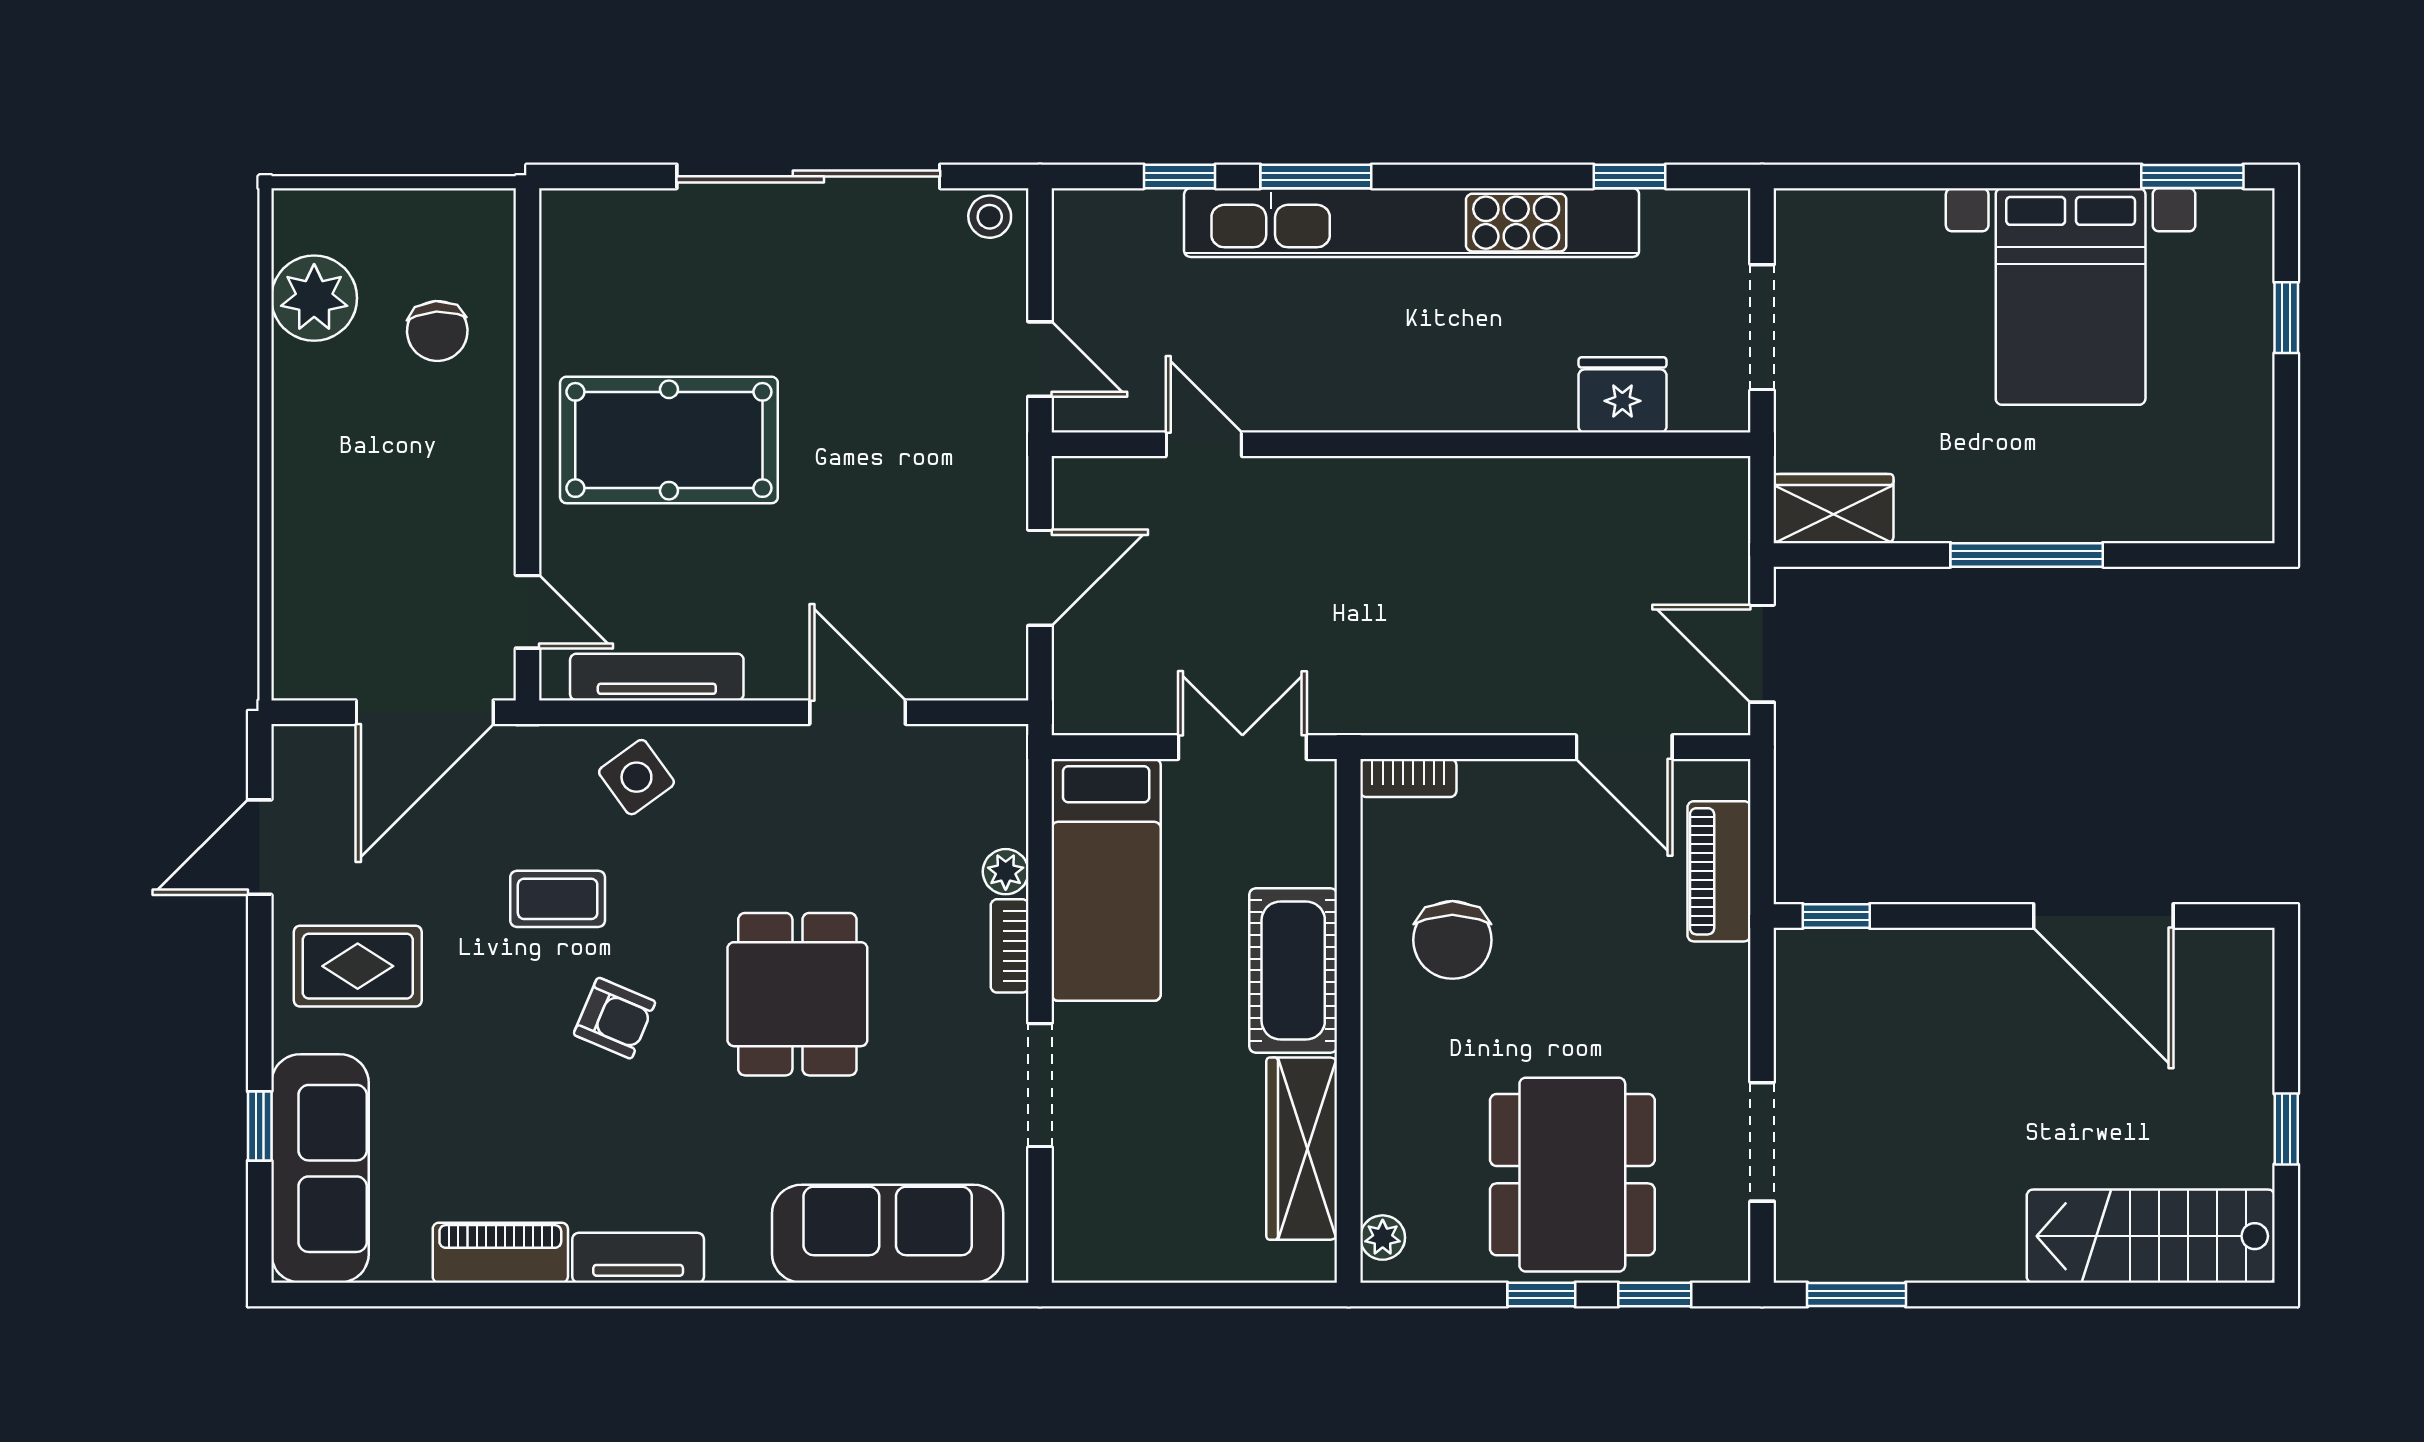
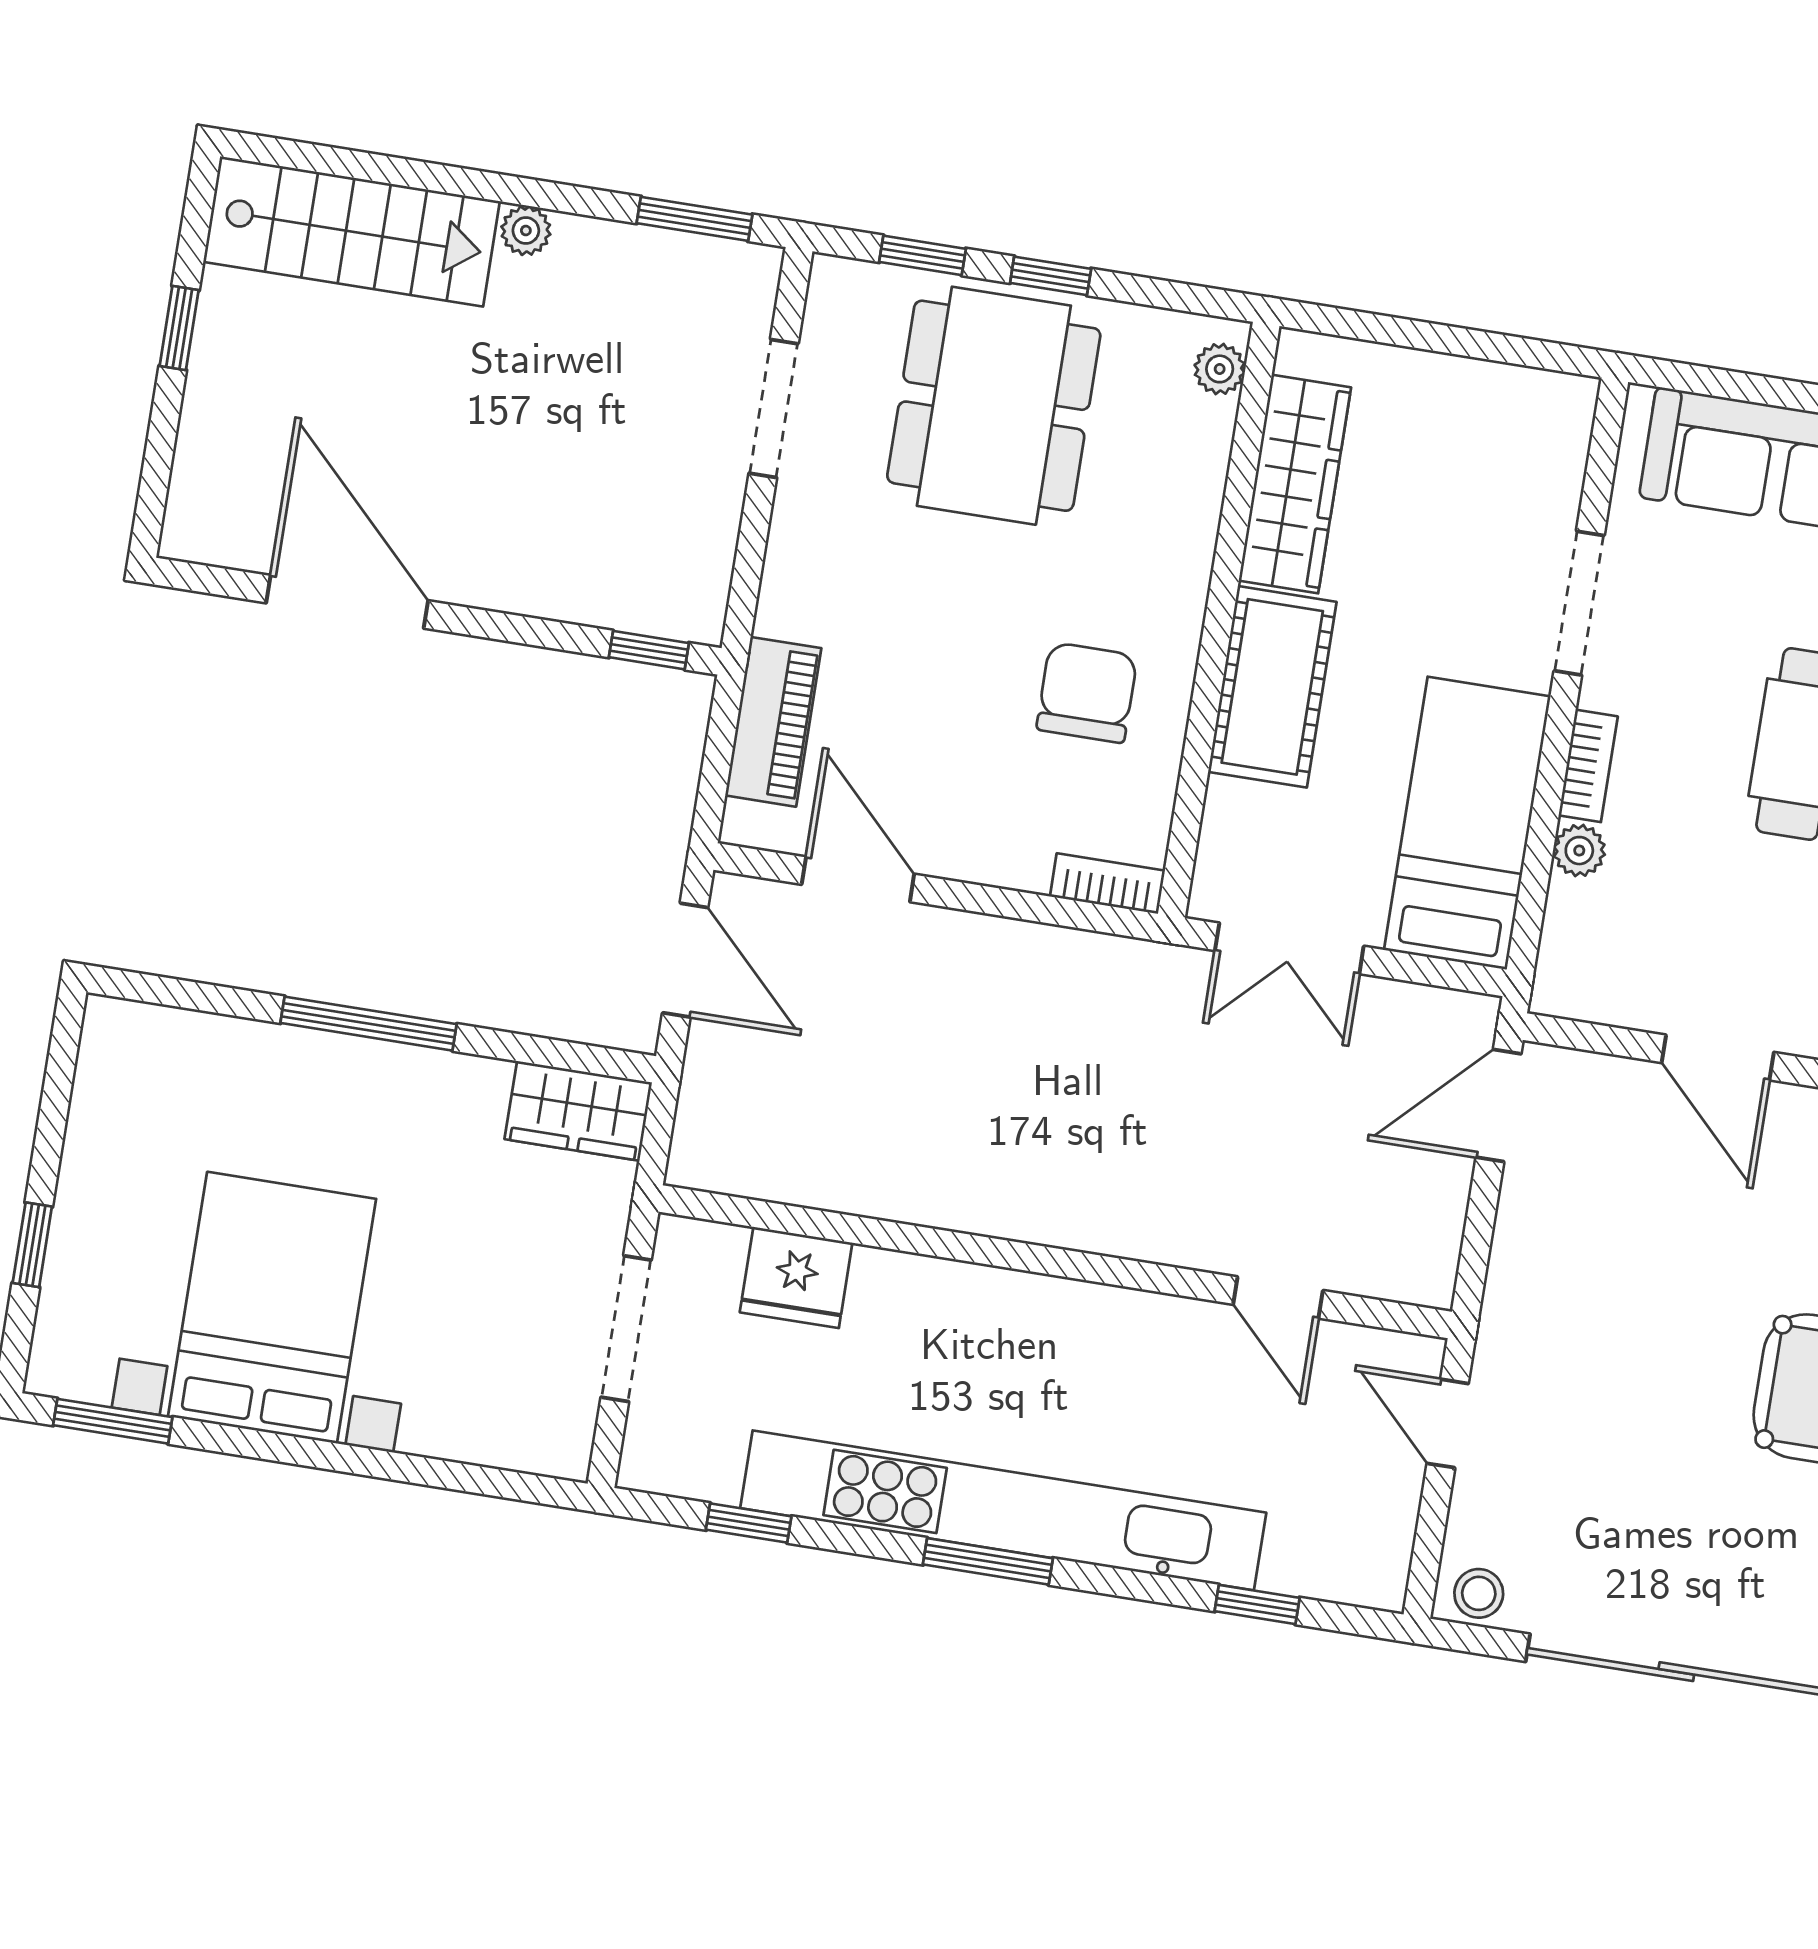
window: (1316, 176) -> (988, 1561), moved
door: (1040, 578) -> (1499, 1106), moved
plant: (2000, 1261) -> (526, 231), added

